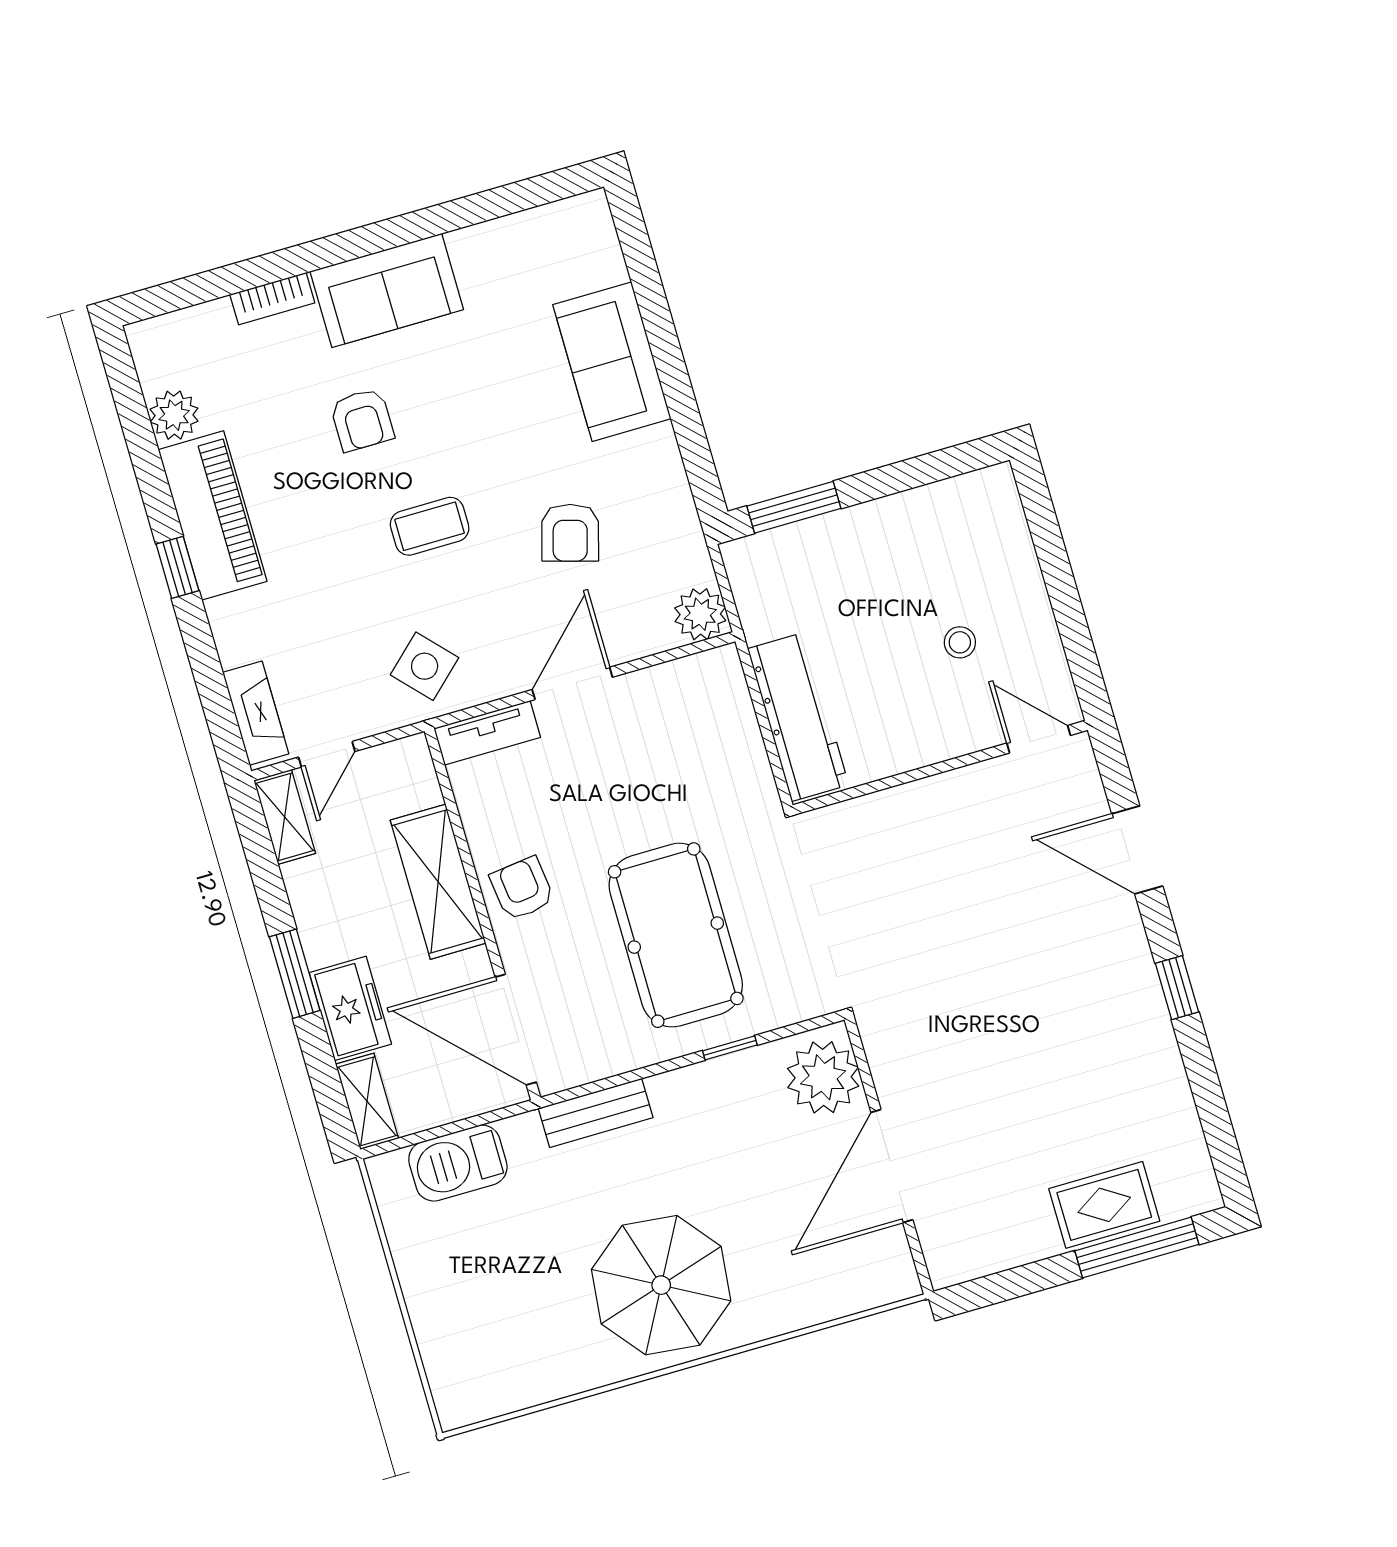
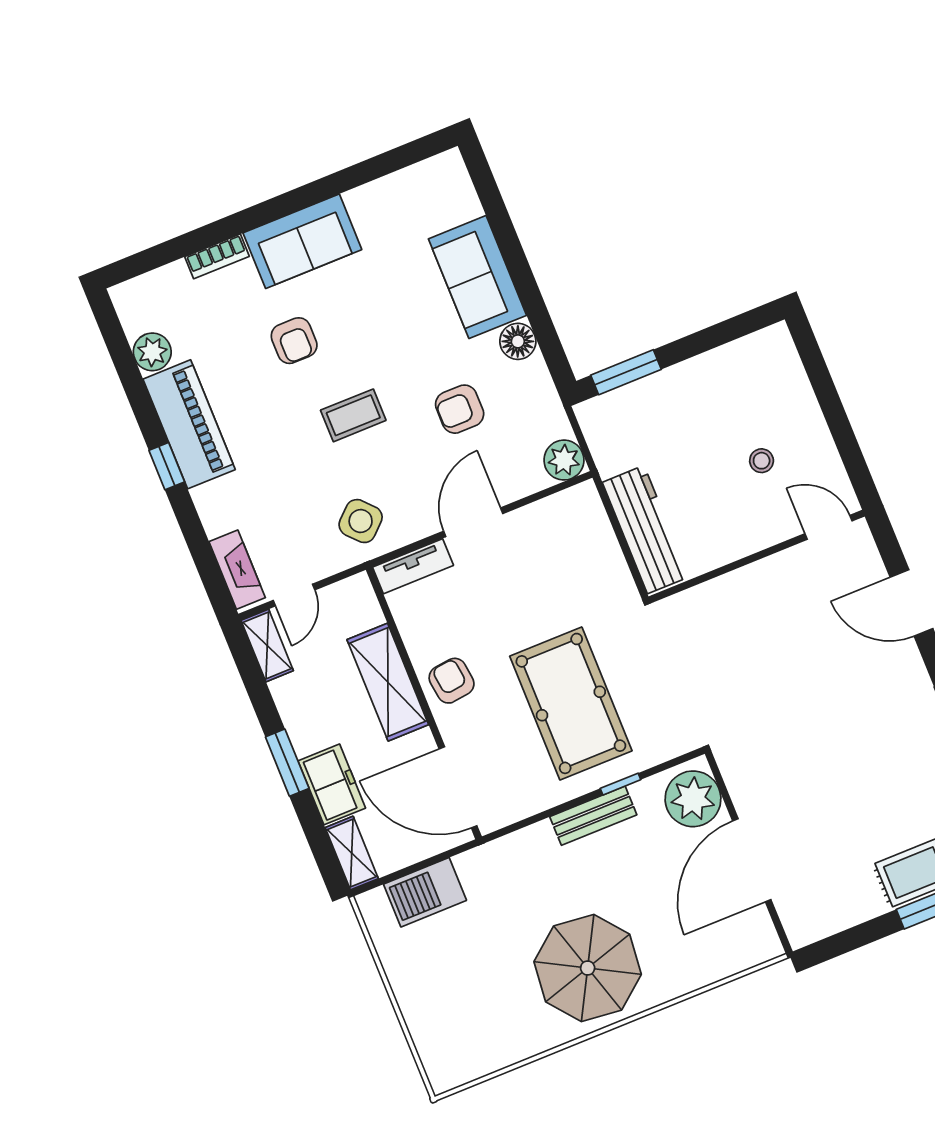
floor lamp: (656, 452) -> (518, 341), added
armchair: (570, 533) -> (460, 409), turned 74
bench: (596, 1113) -> (593, 816), moved

